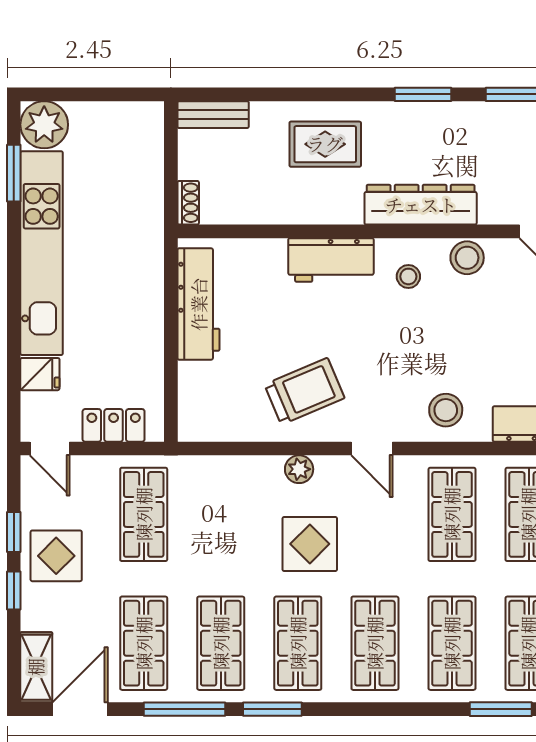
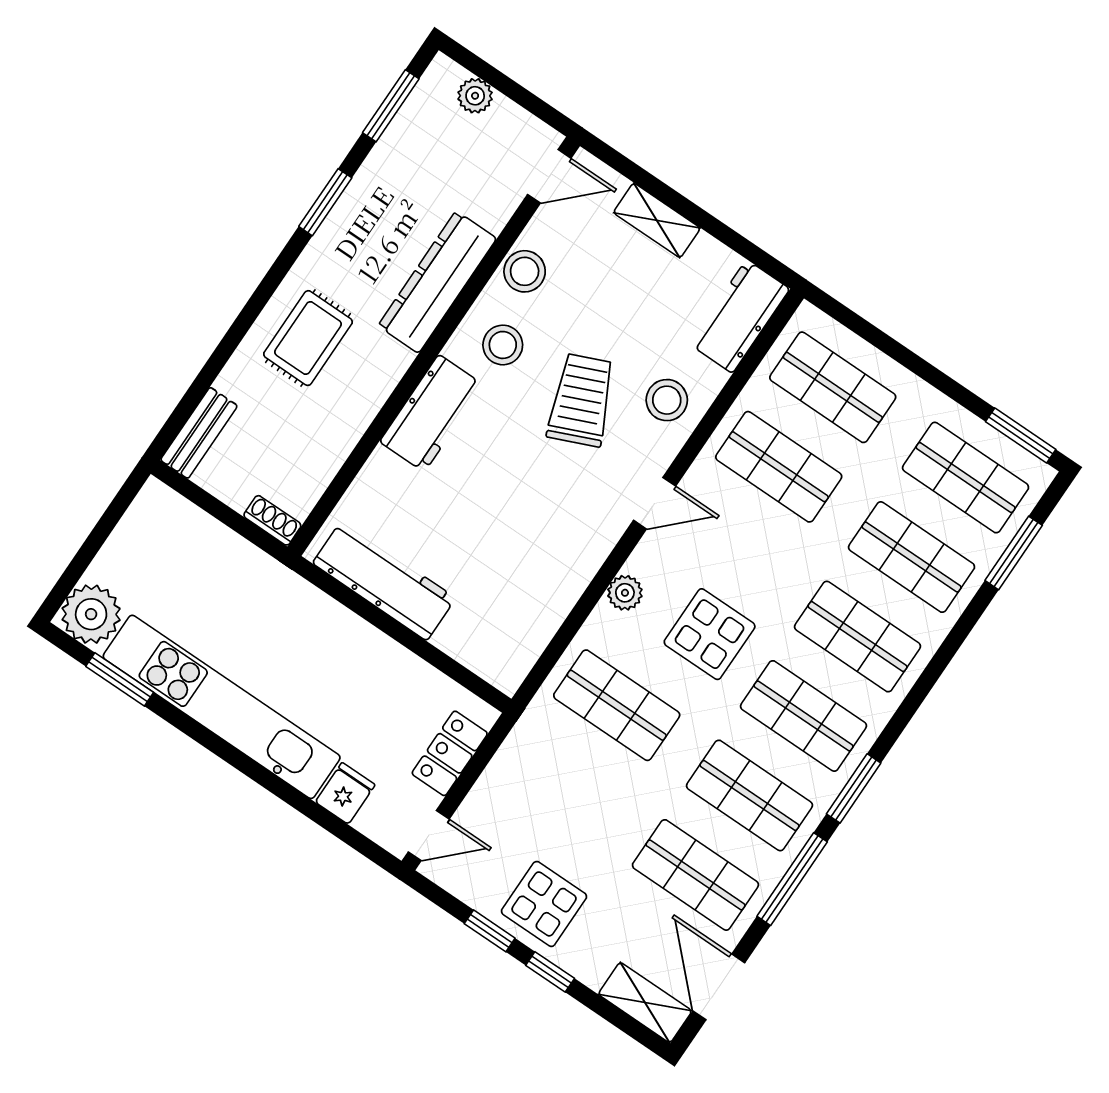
stool: (408, 276) -> (503, 345), width x1.37, depth x1.37
trolley: (304, 391) -> (581, 400), moved
shop shelf: (144, 514) -> (617, 705), moved

